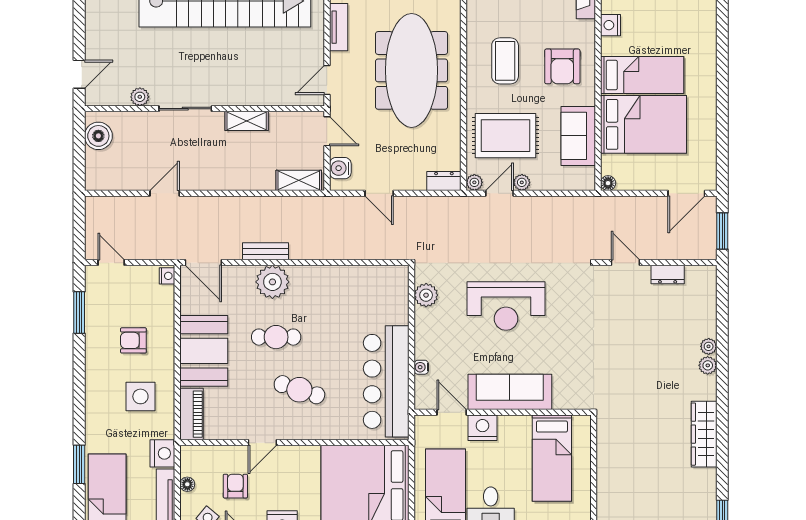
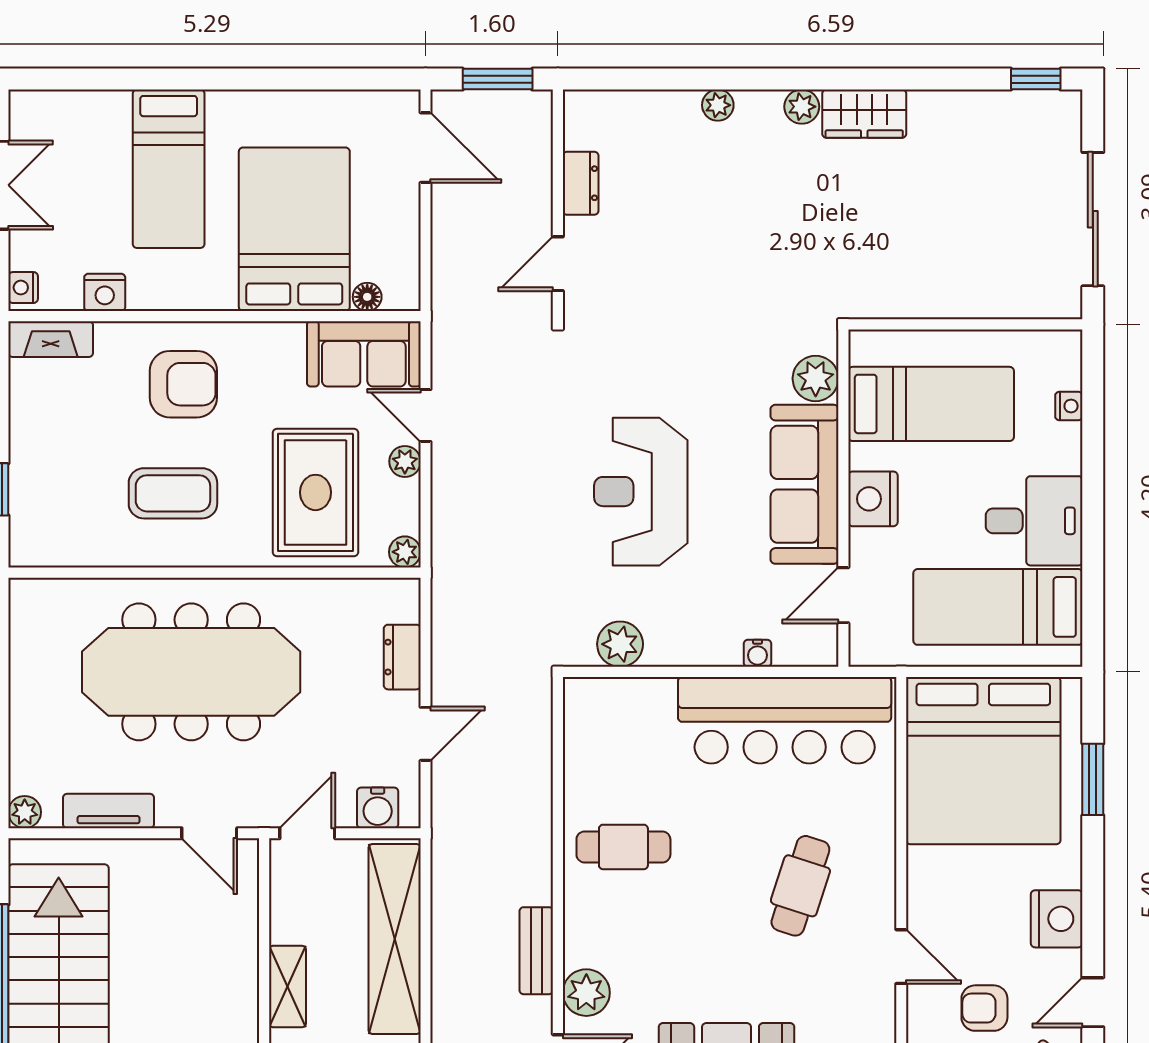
bed: (642, 75) -> (169, 169), moved, turned 180
sofa: (578, 136) -> (364, 354), moved
shelving: (299, 180) -> (395, 939), width x2.20, depth x1.33
dresser: (444, 181) -> (402, 657), moved
floor lamp: (608, 183) -> (367, 297), moved
door: (500, 193) -> (425, 416), moved
plant: (272, 282) -> (586, 993), moved, width x0.73, depth x0.73
reception desk: (506, 306) -> (641, 492), turned 180
cafe table: (276, 337) -> (623, 847), moved, turned 90
plant: (708, 365) -> (802, 107), moved
plant: (565, 398) -> (816, 378), added
nightstand: (482, 428) -> (873, 499), moved
wardrobe: (704, 434) -> (864, 114), width x0.67

